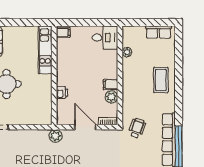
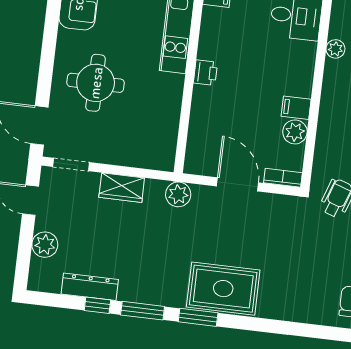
printer: (62, 93) -> (205, 73), moved
wardrobe: (26, 136) -> (122, 188), added

